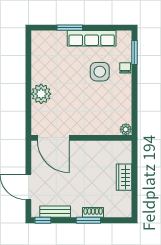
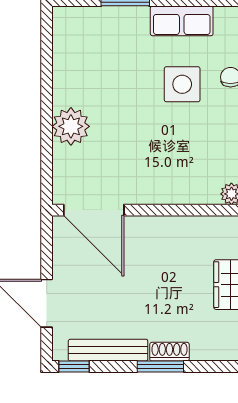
row of seats: (92, 38) -> (182, 21), width x0.68
bench: (55, 212) -> (108, 350), width x1.36

